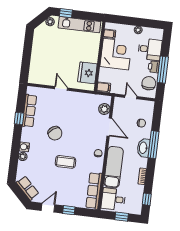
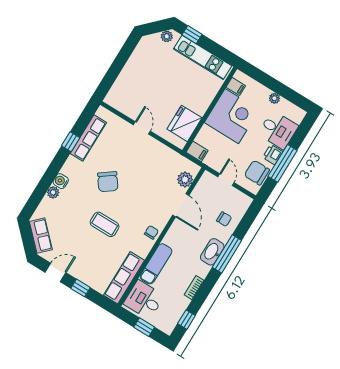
chair: (149, 83) -> (257, 173), turned -90
exam couch: (114, 167) -> (156, 264), width x0.73, depth x0.69

